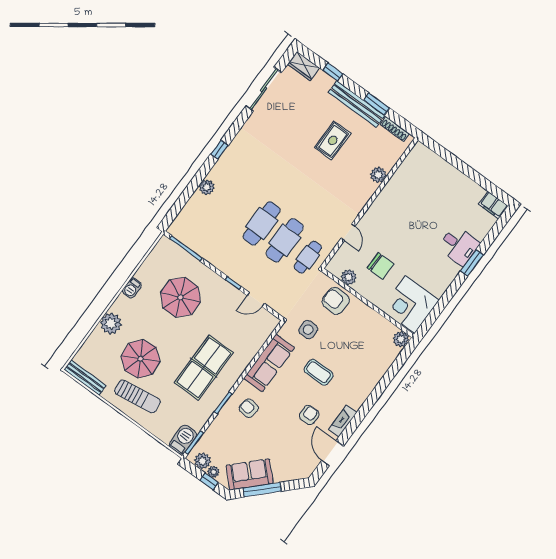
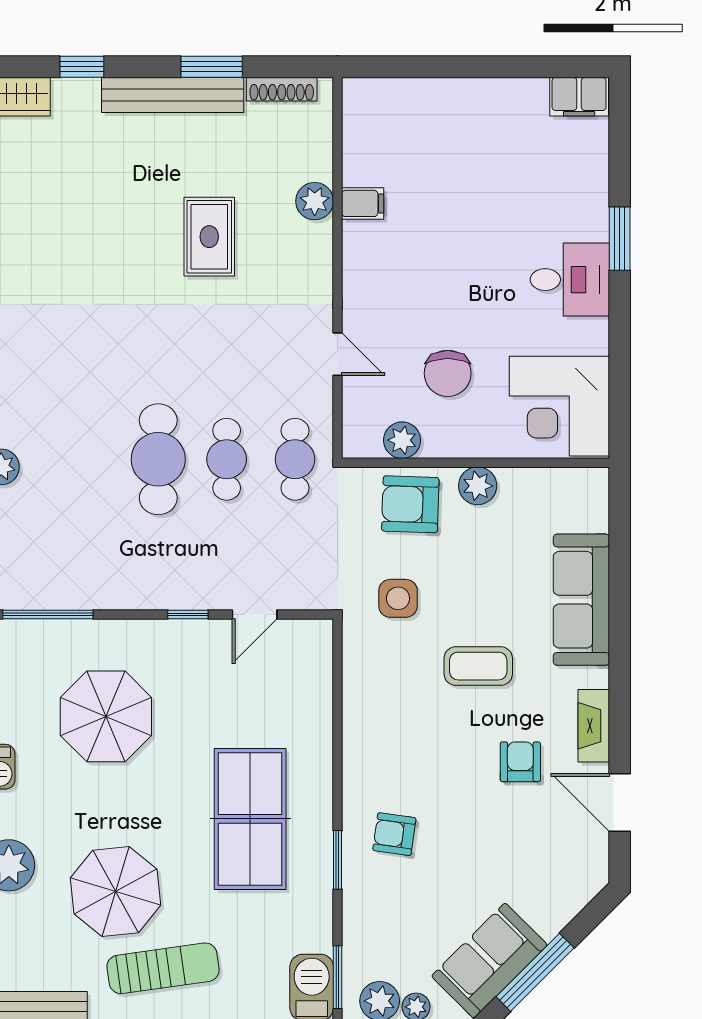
rug: (333, 140) -> (209, 237), moved
filing cabinet: (394, 188) -> (363, 203), added
cafe table: (285, 240) -> (227, 459), width x0.73, depth x0.74
desk: (459, 246) -> (570, 280), moved
chair: (381, 266) -> (448, 373), turned 90
plant: (401, 339) -> (478, 486), moved
sofa: (269, 363) -> (581, 600), moved, turned 180

